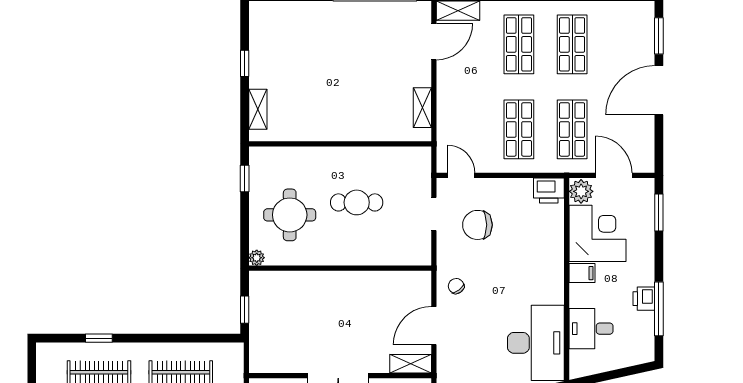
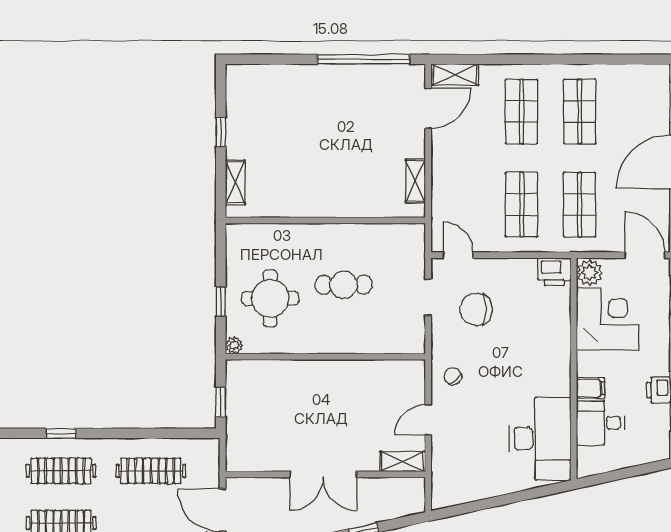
door: (614, 175) -> (645, 255), moved
window: (245, 178) -> (221, 301), moved
filing cabinet: (582, 273) -> (591, 388), moved
door: (434, 326) -> (428, 420), width x0.73

